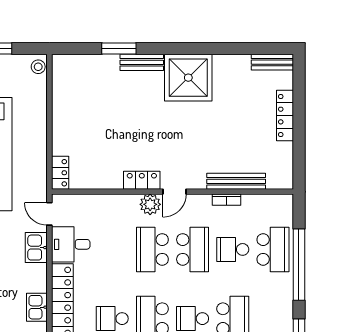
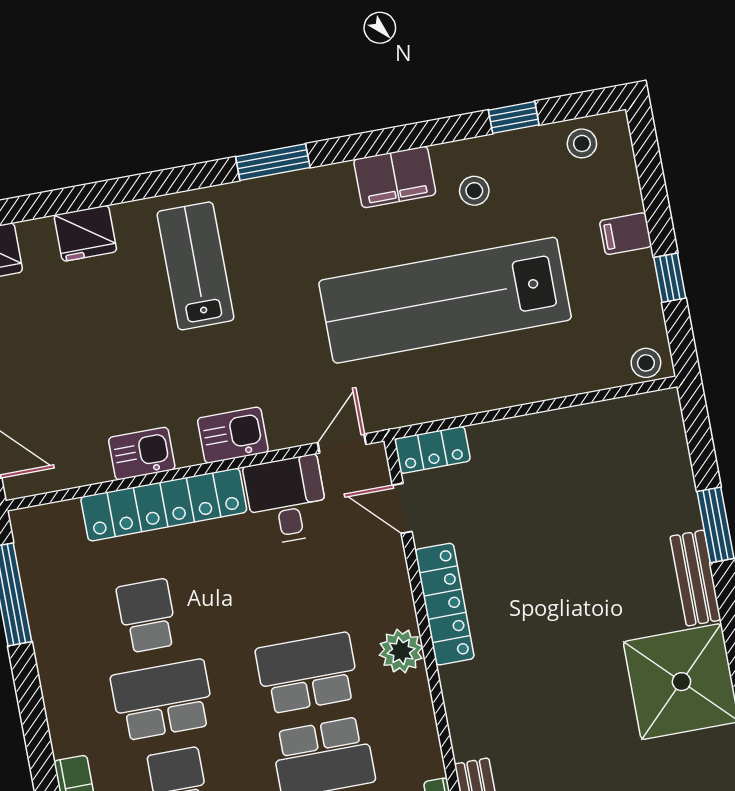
locker: (142, 180) -> (445, 604), width x1.53
door: (175, 192) -> (402, 508), moved
kitchen sink: (36, 248) -> (233, 435), moved

